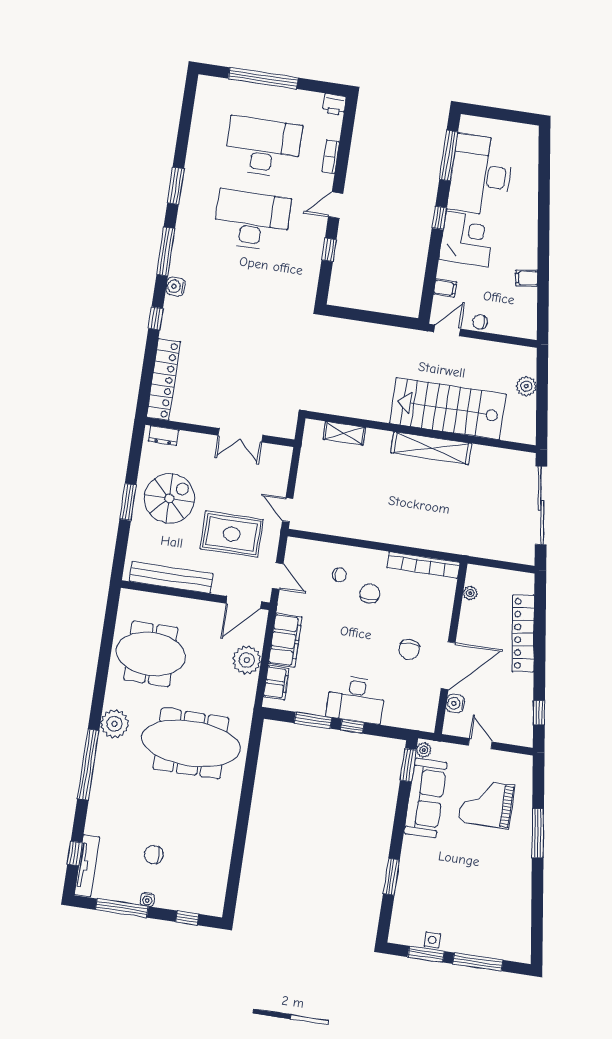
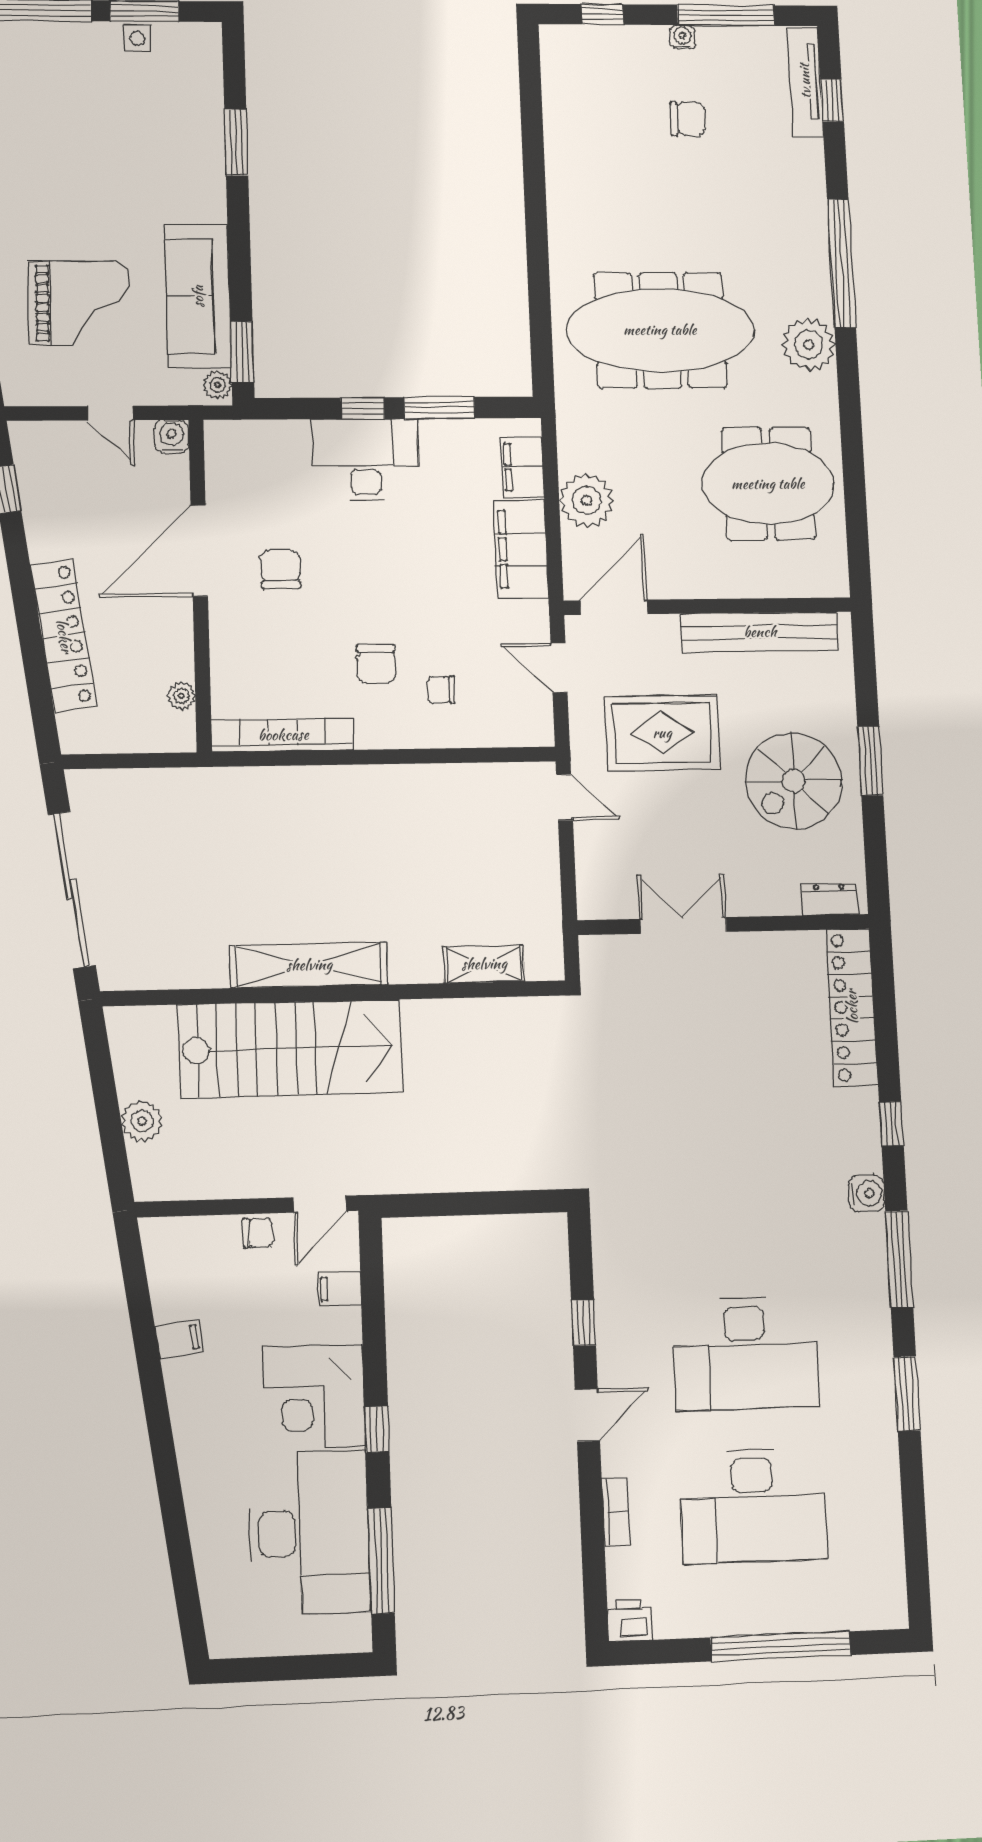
water cooler: (455, 704) -> (172, 437), moved, turned -90

